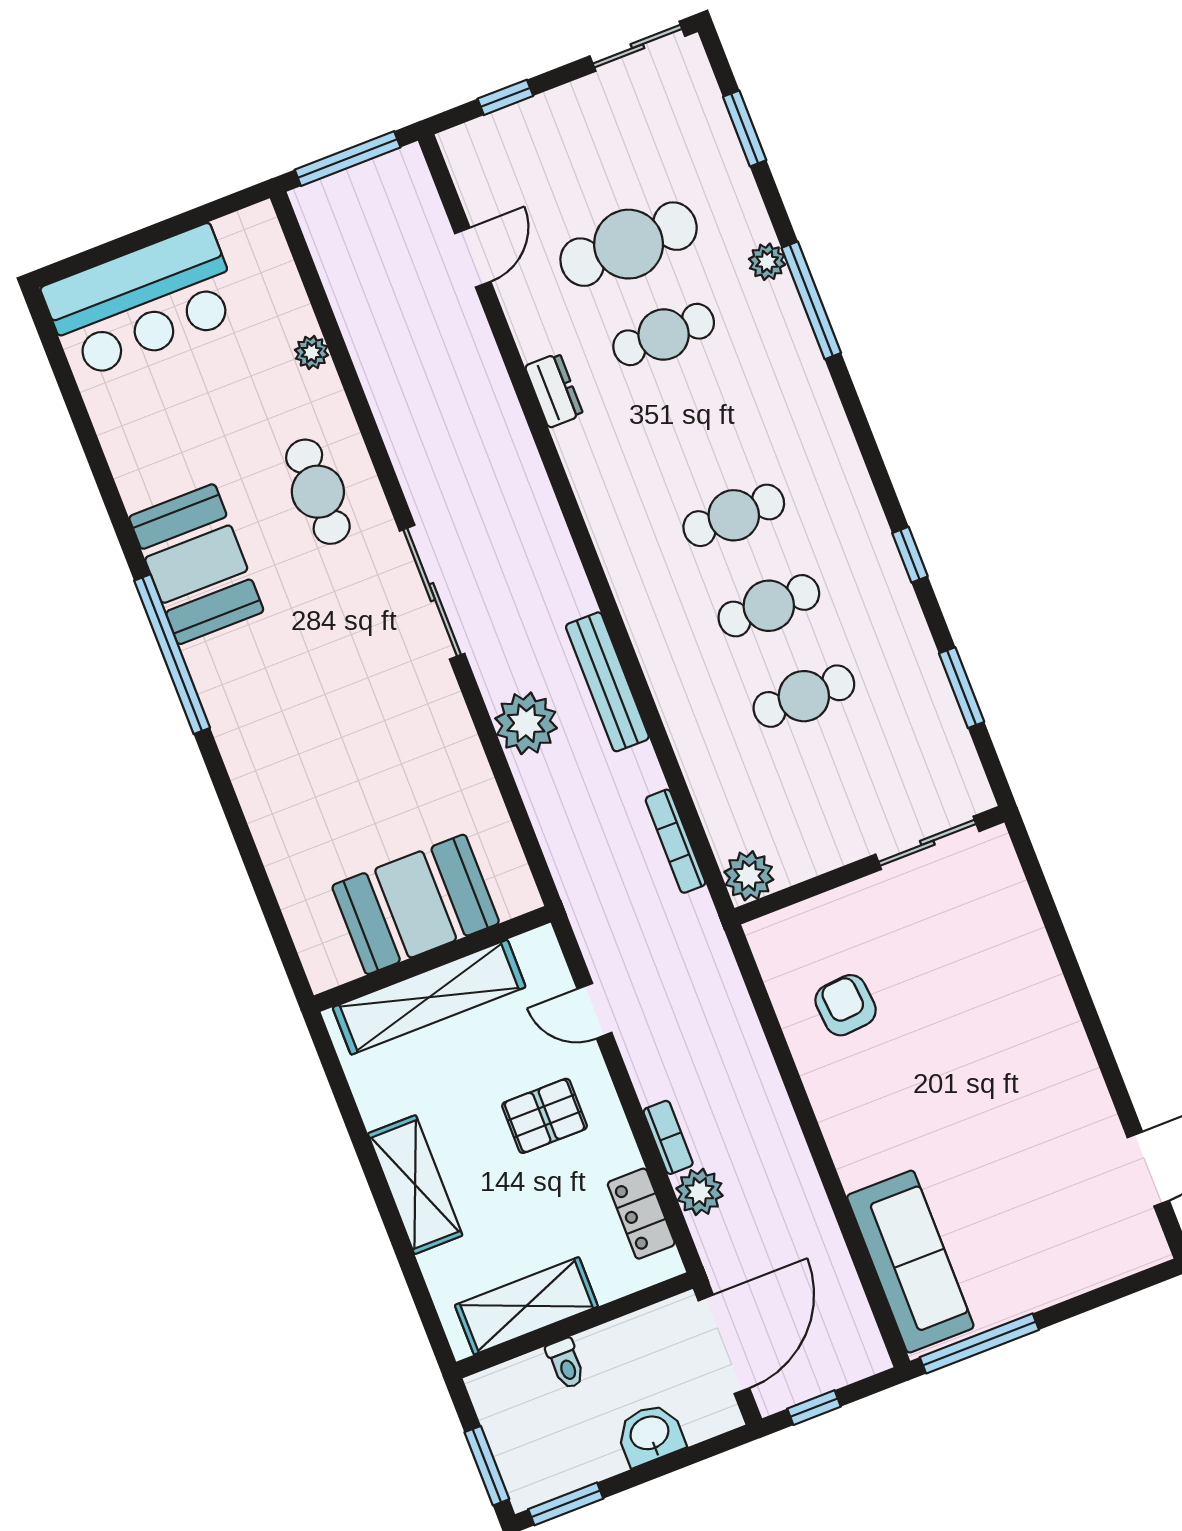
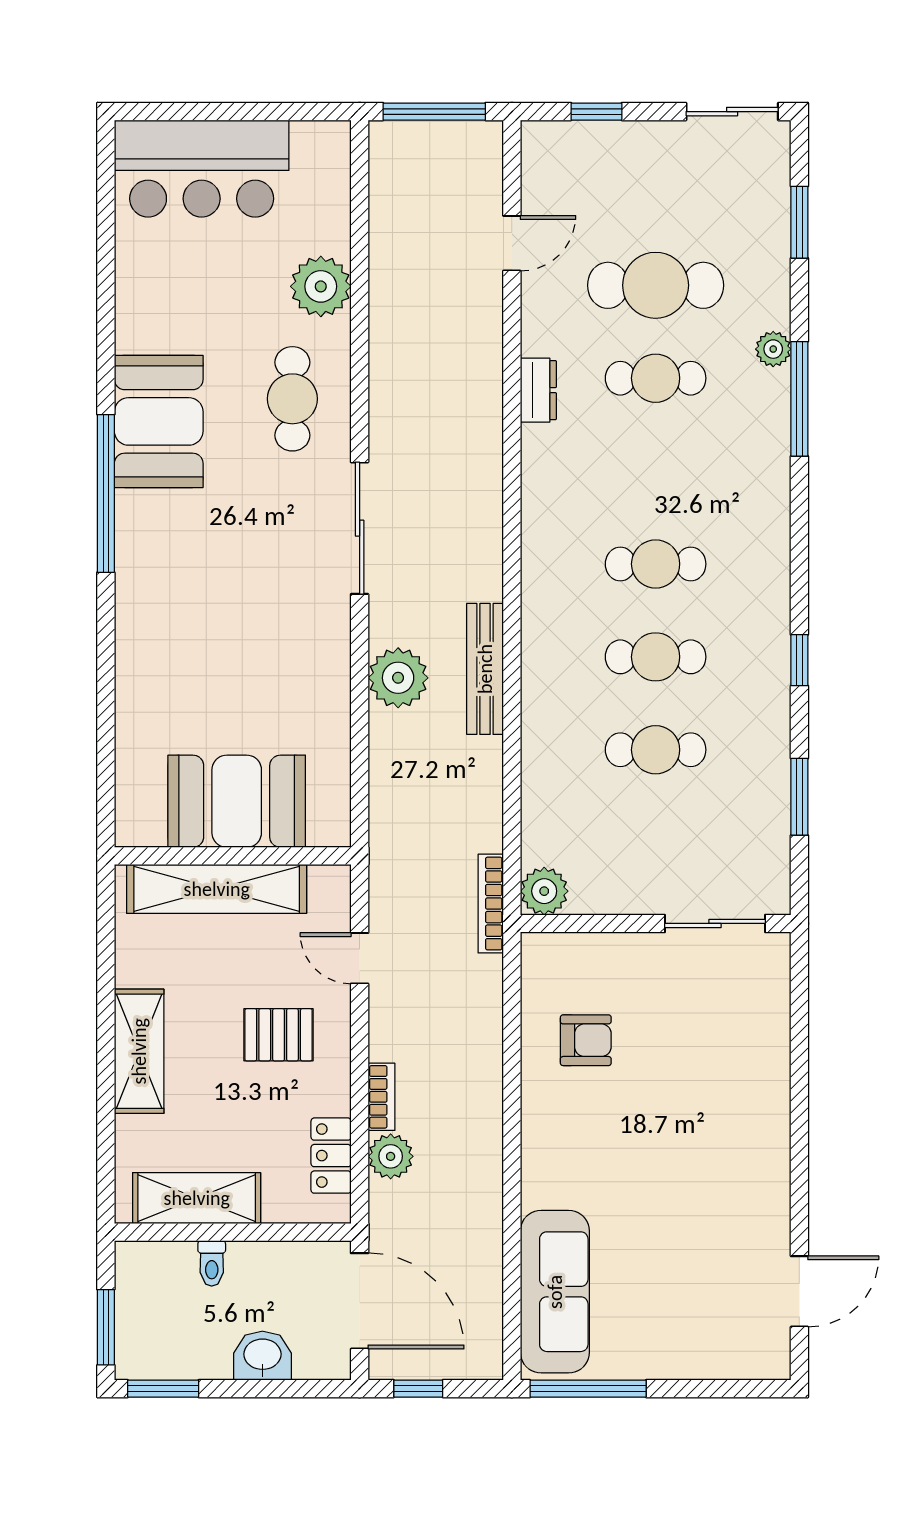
plant: (312, 352) -> (321, 286), width x1.88, depth x1.88
bookcase: (676, 841) -> (491, 904), moved
armchair: (846, 1005) -> (586, 1040), turned 95
door: (724, 1344) -> (360, 1301), hinge flipped

